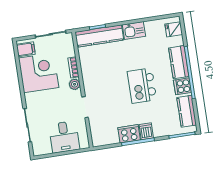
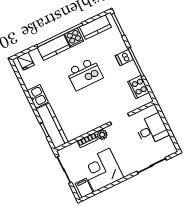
cooker: (129, 134) -> (138, 87), moved

